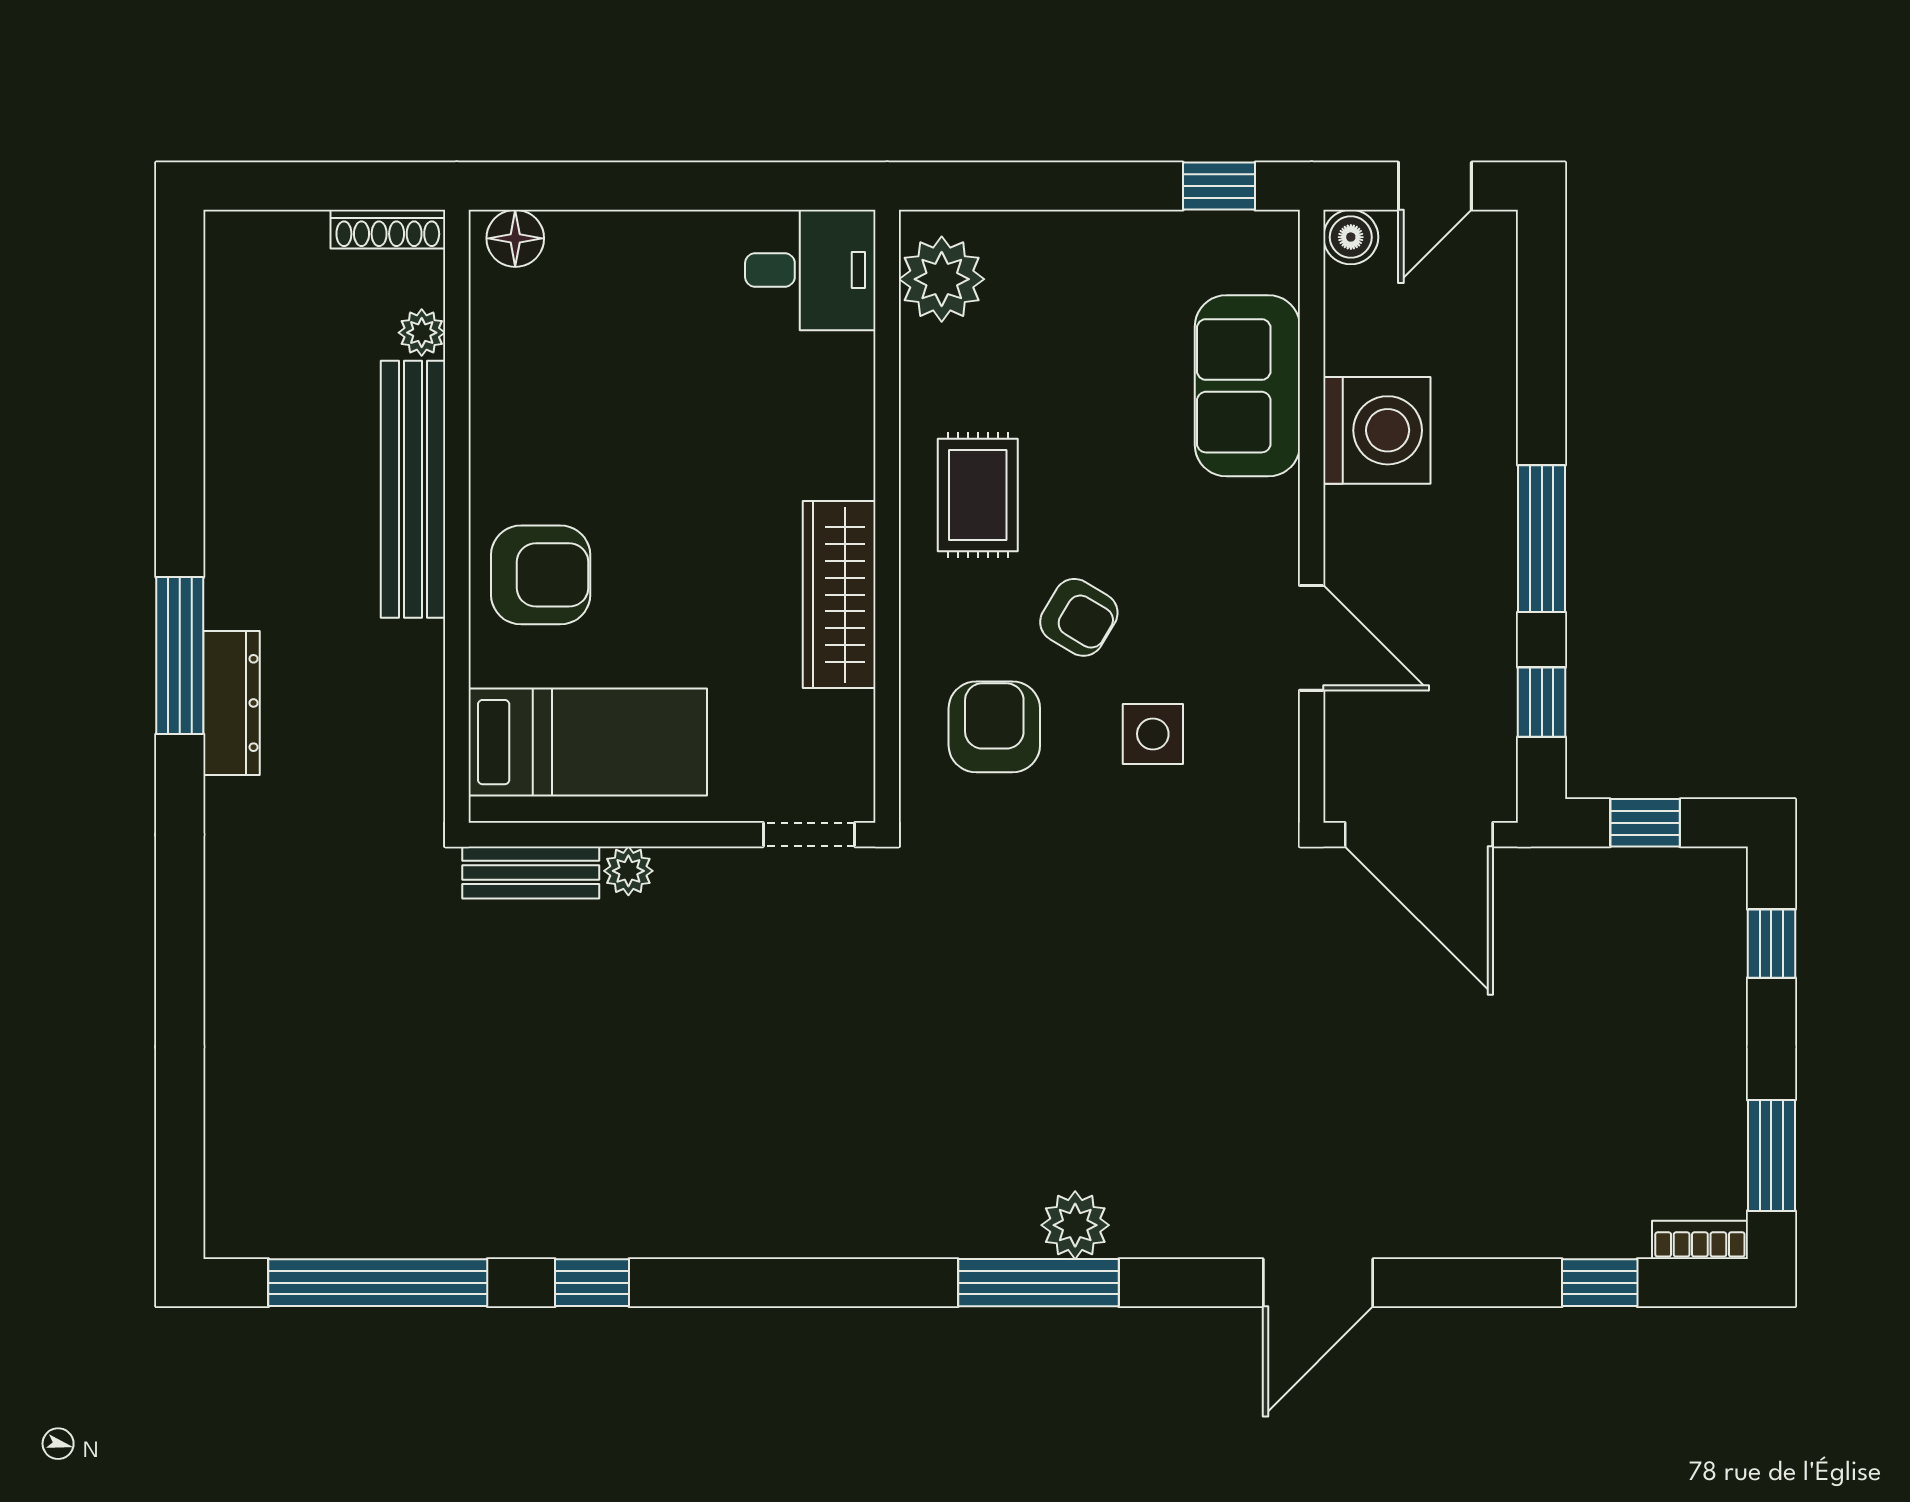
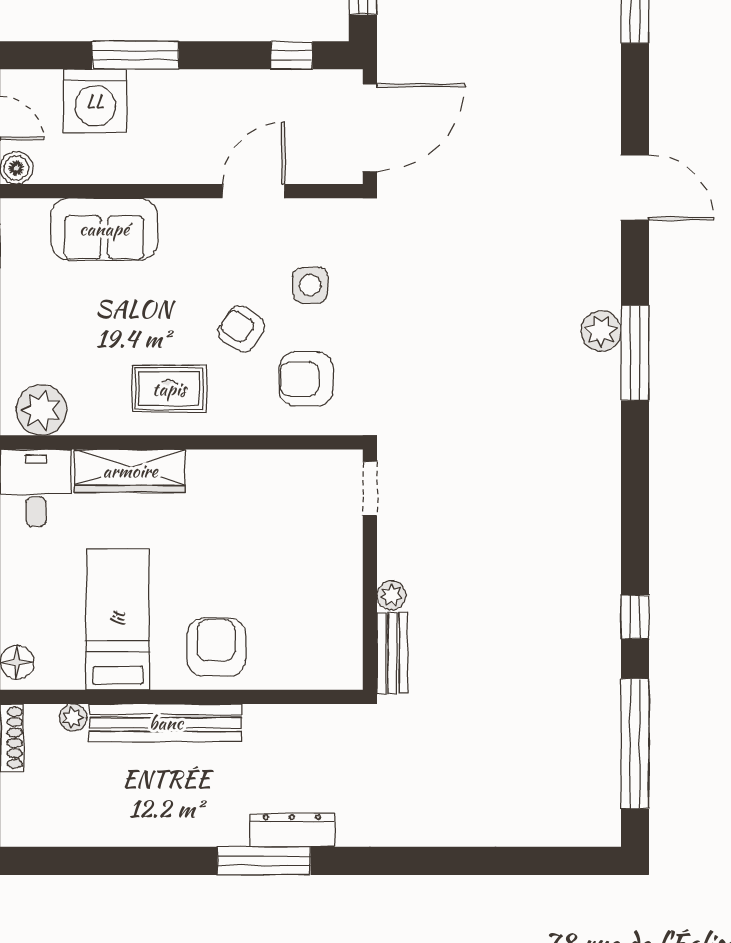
washing machine: (1377, 430) -> (95, 101), moved, turned 180
window: (1542, 539) -> (135, 55), moved
wardrobe: (839, 595) -> (130, 471), moved
armchair: (1079, 617) -> (241, 329), turned -87
bed: (588, 742) -> (118, 619), moved

